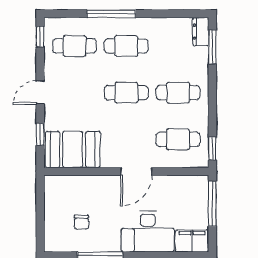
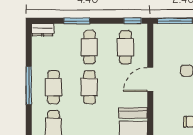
window: (111, 14) -> (29, 85), moved
window: (212, 47) -> (77, 21), moved
door: (136, 171) -> (150, 80), swing flipped

